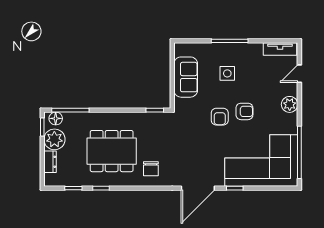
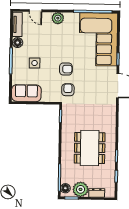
floor lamp: (255, 50) -> (18, 43), added
sofa: (186, 77) -> (26, 93), moved
armchair: (244, 111) -> (68, 90), moved
chair: (151, 169) -> (103, 120), removed

